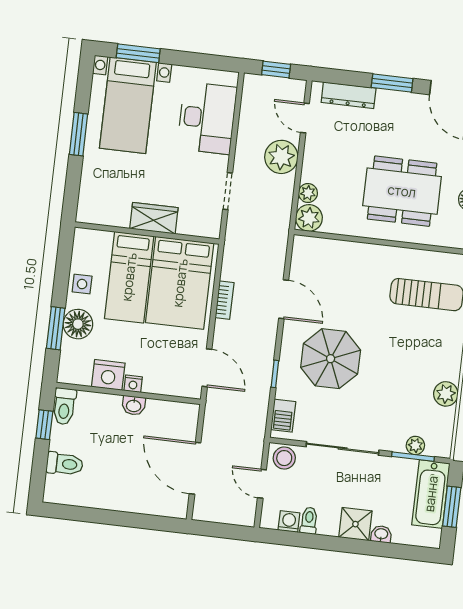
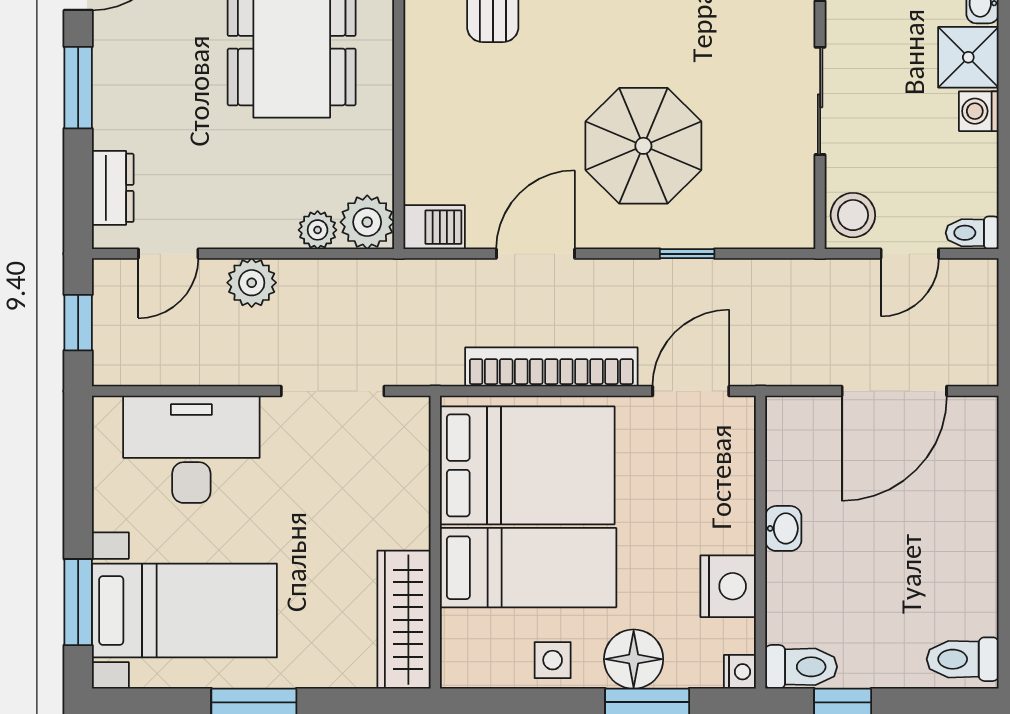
dresser: (349, 95) -> (113, 188), width x0.70
plant: (281, 157) -> (252, 283), width x0.73, depth x0.73
doorway: (228, 191) -> (333, 391), width x1.38
wardrobe: (154, 218) -> (404, 620), moved, width x1.50
bookcase: (225, 300) -> (551, 367), width x2.31, depth x1.31
nightstand: (133, 384) -> (740, 672), moved
barbecue: (283, 416) -> (434, 227), moved
sliding door: (343, 448) -> (820, 101), width x0.73
toilet: (65, 464) -> (963, 659), moved, turned -90
toilet: (309, 521) -> (972, 233), moved
washing machine: (289, 522) -> (979, 111), moved

